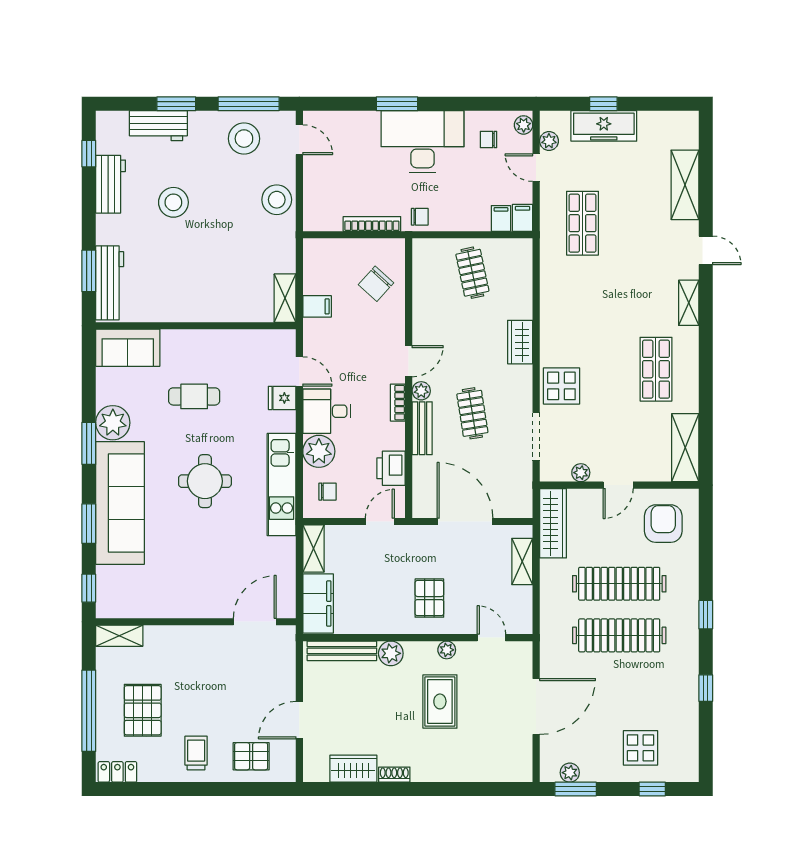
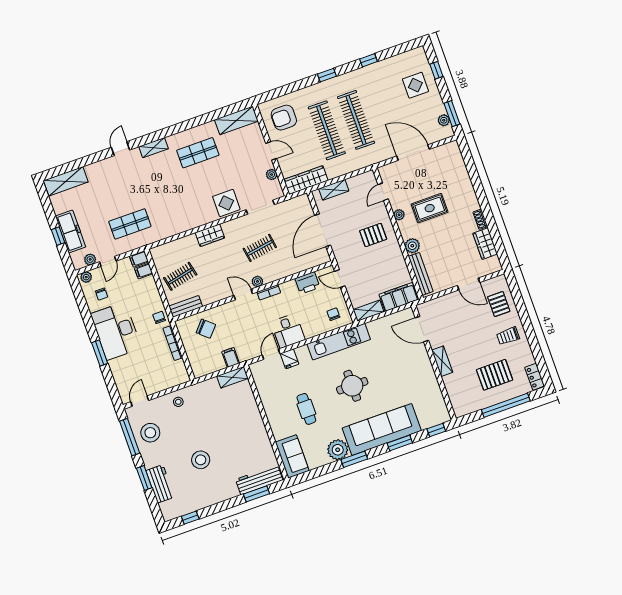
workbench: (111, 184) -> (203, 499), removed
shelving: (685, 185) -> (66, 181), moved
stool: (277, 200) -> (178, 402), width x0.53, depth x0.53
bench: (422, 428) -> (186, 306), moved
plant: (319, 451) -> (312, 327), removed
shelving: (119, 636) -> (442, 361), moved

